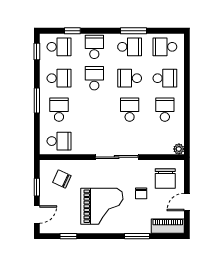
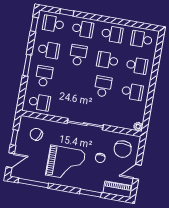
window: (134, 31) -> (118, 21), removed
school desk: (59, 47) -> (53, 24), turned 180
school desk: (94, 47) -> (83, 29), turned 90
school desk: (165, 110) -> (132, 92), turned 90
window: (68, 236) -> (33, 183), width x2.17

